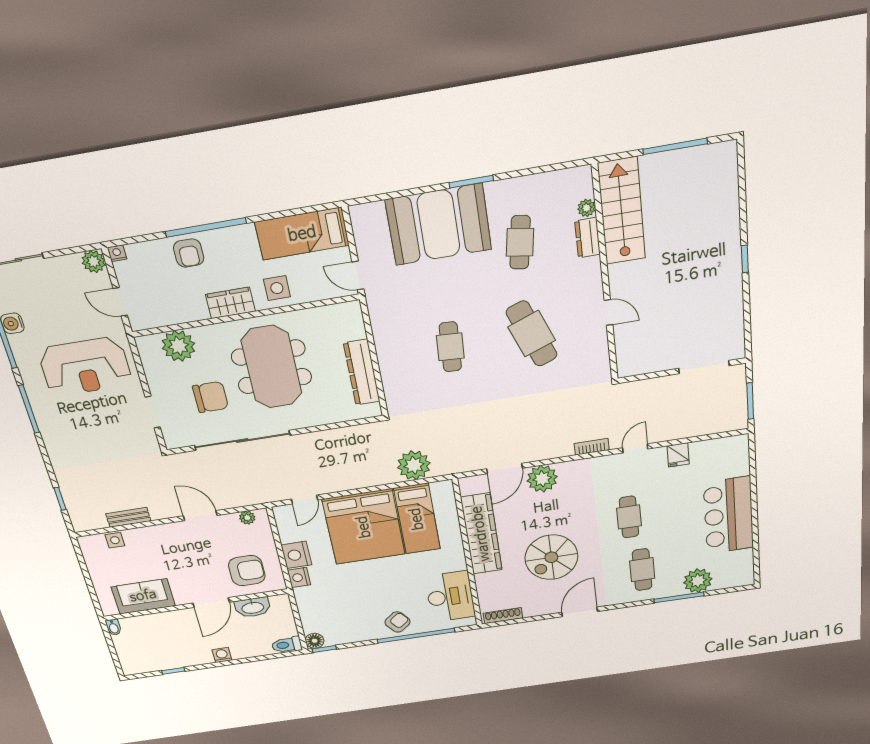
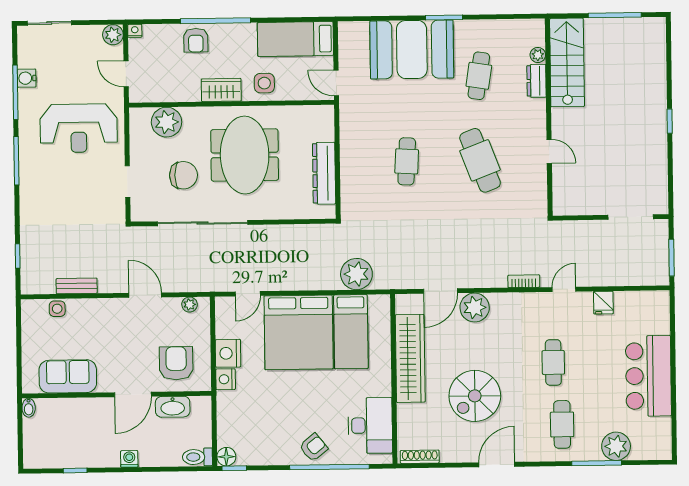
armchair: (247, 571) -> (176, 363), turned -90

